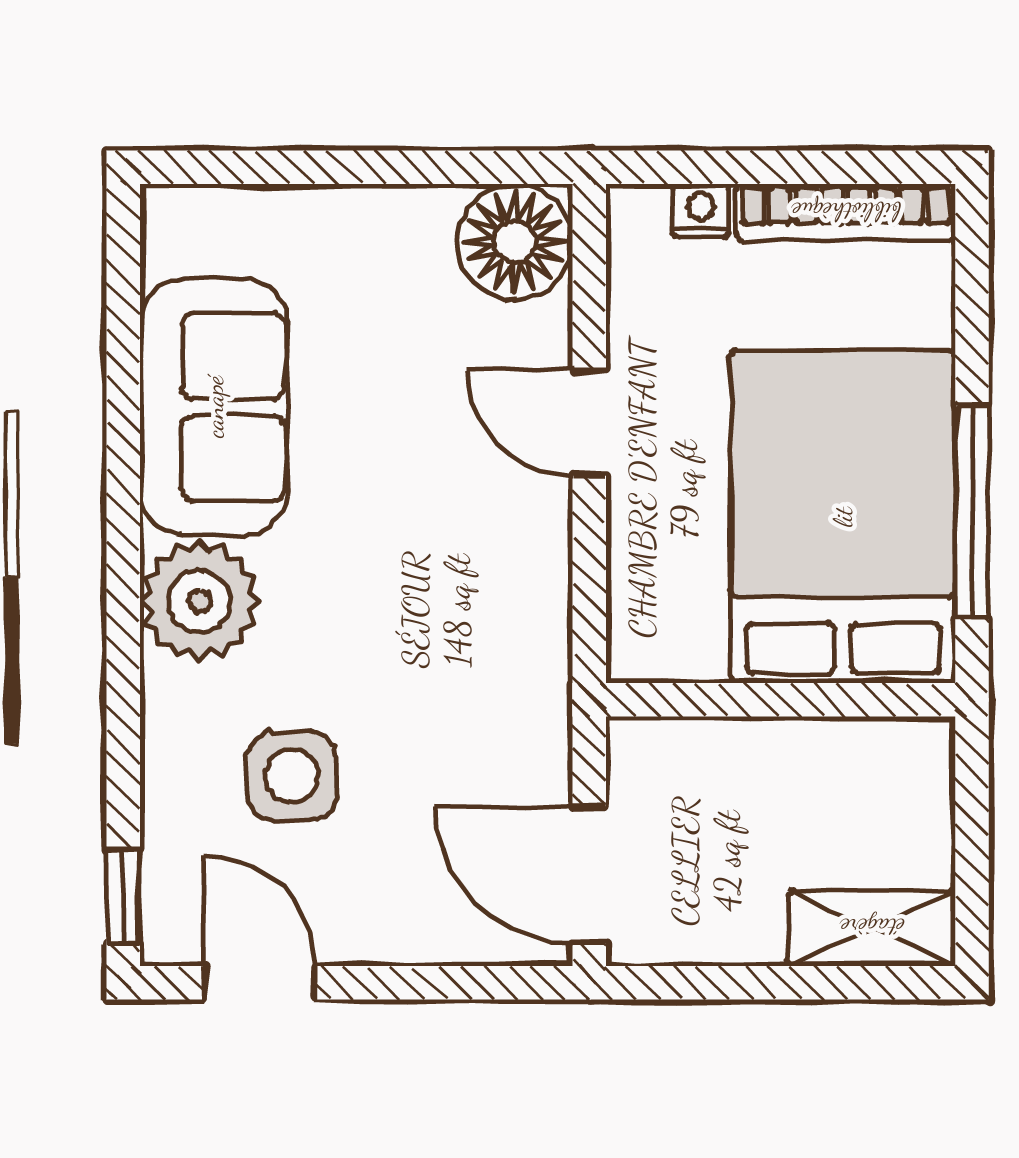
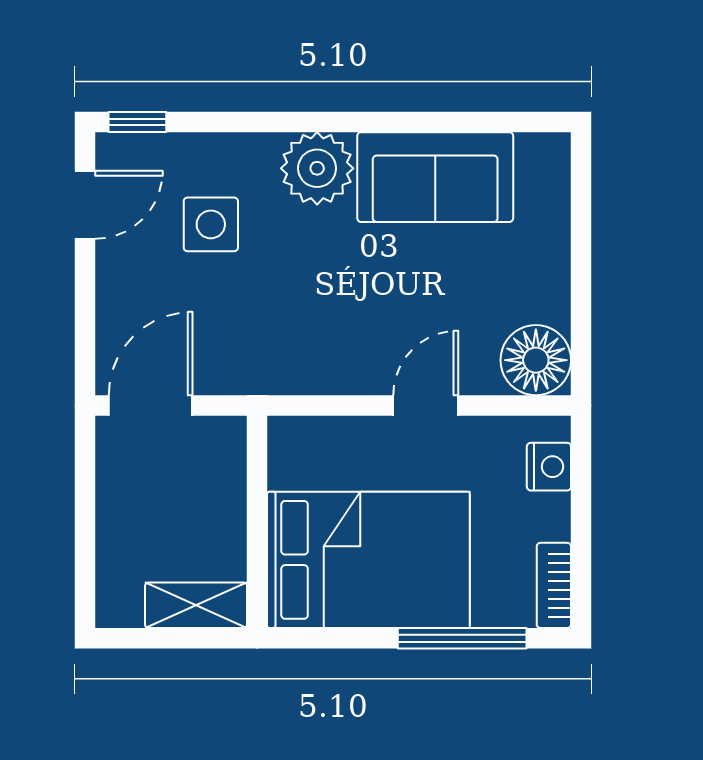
nightstand: (701, 211) -> (549, 467), width x1.39, depth x1.35
bookcase: (846, 212) -> (554, 585), width x0.64
window: (972, 511) -> (462, 638), moved
shelving: (872, 928) -> (196, 605), moved, turned 90

